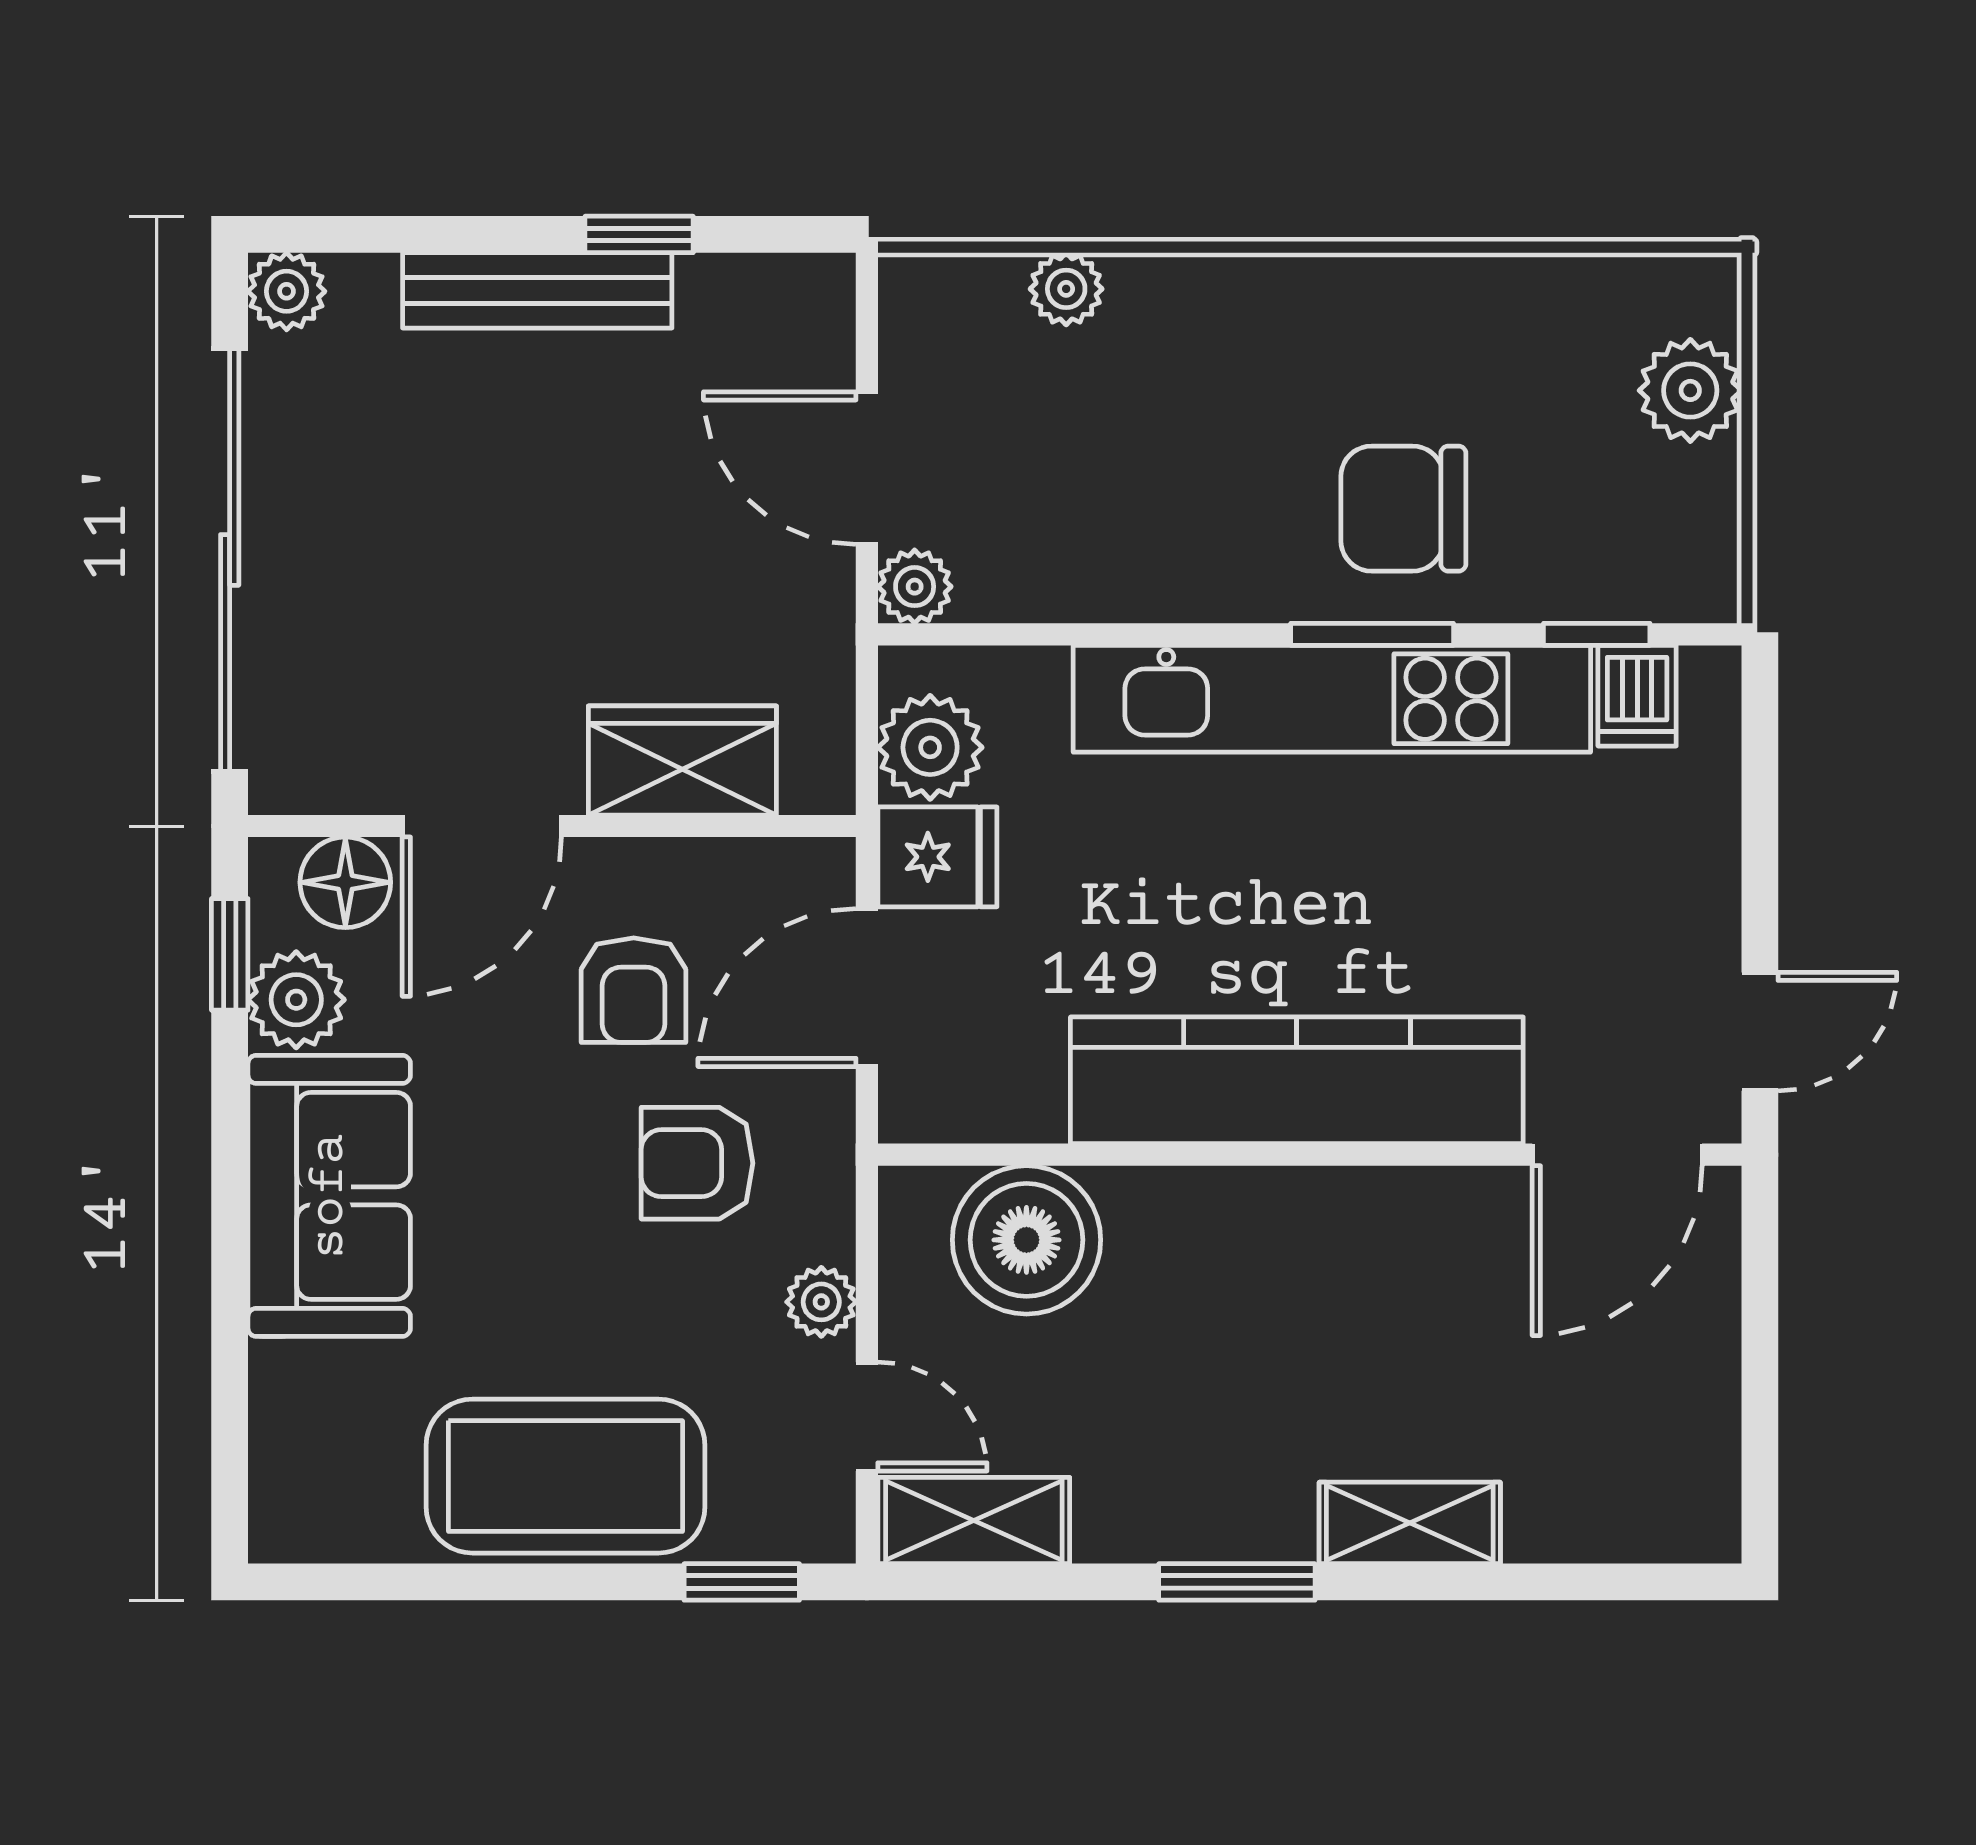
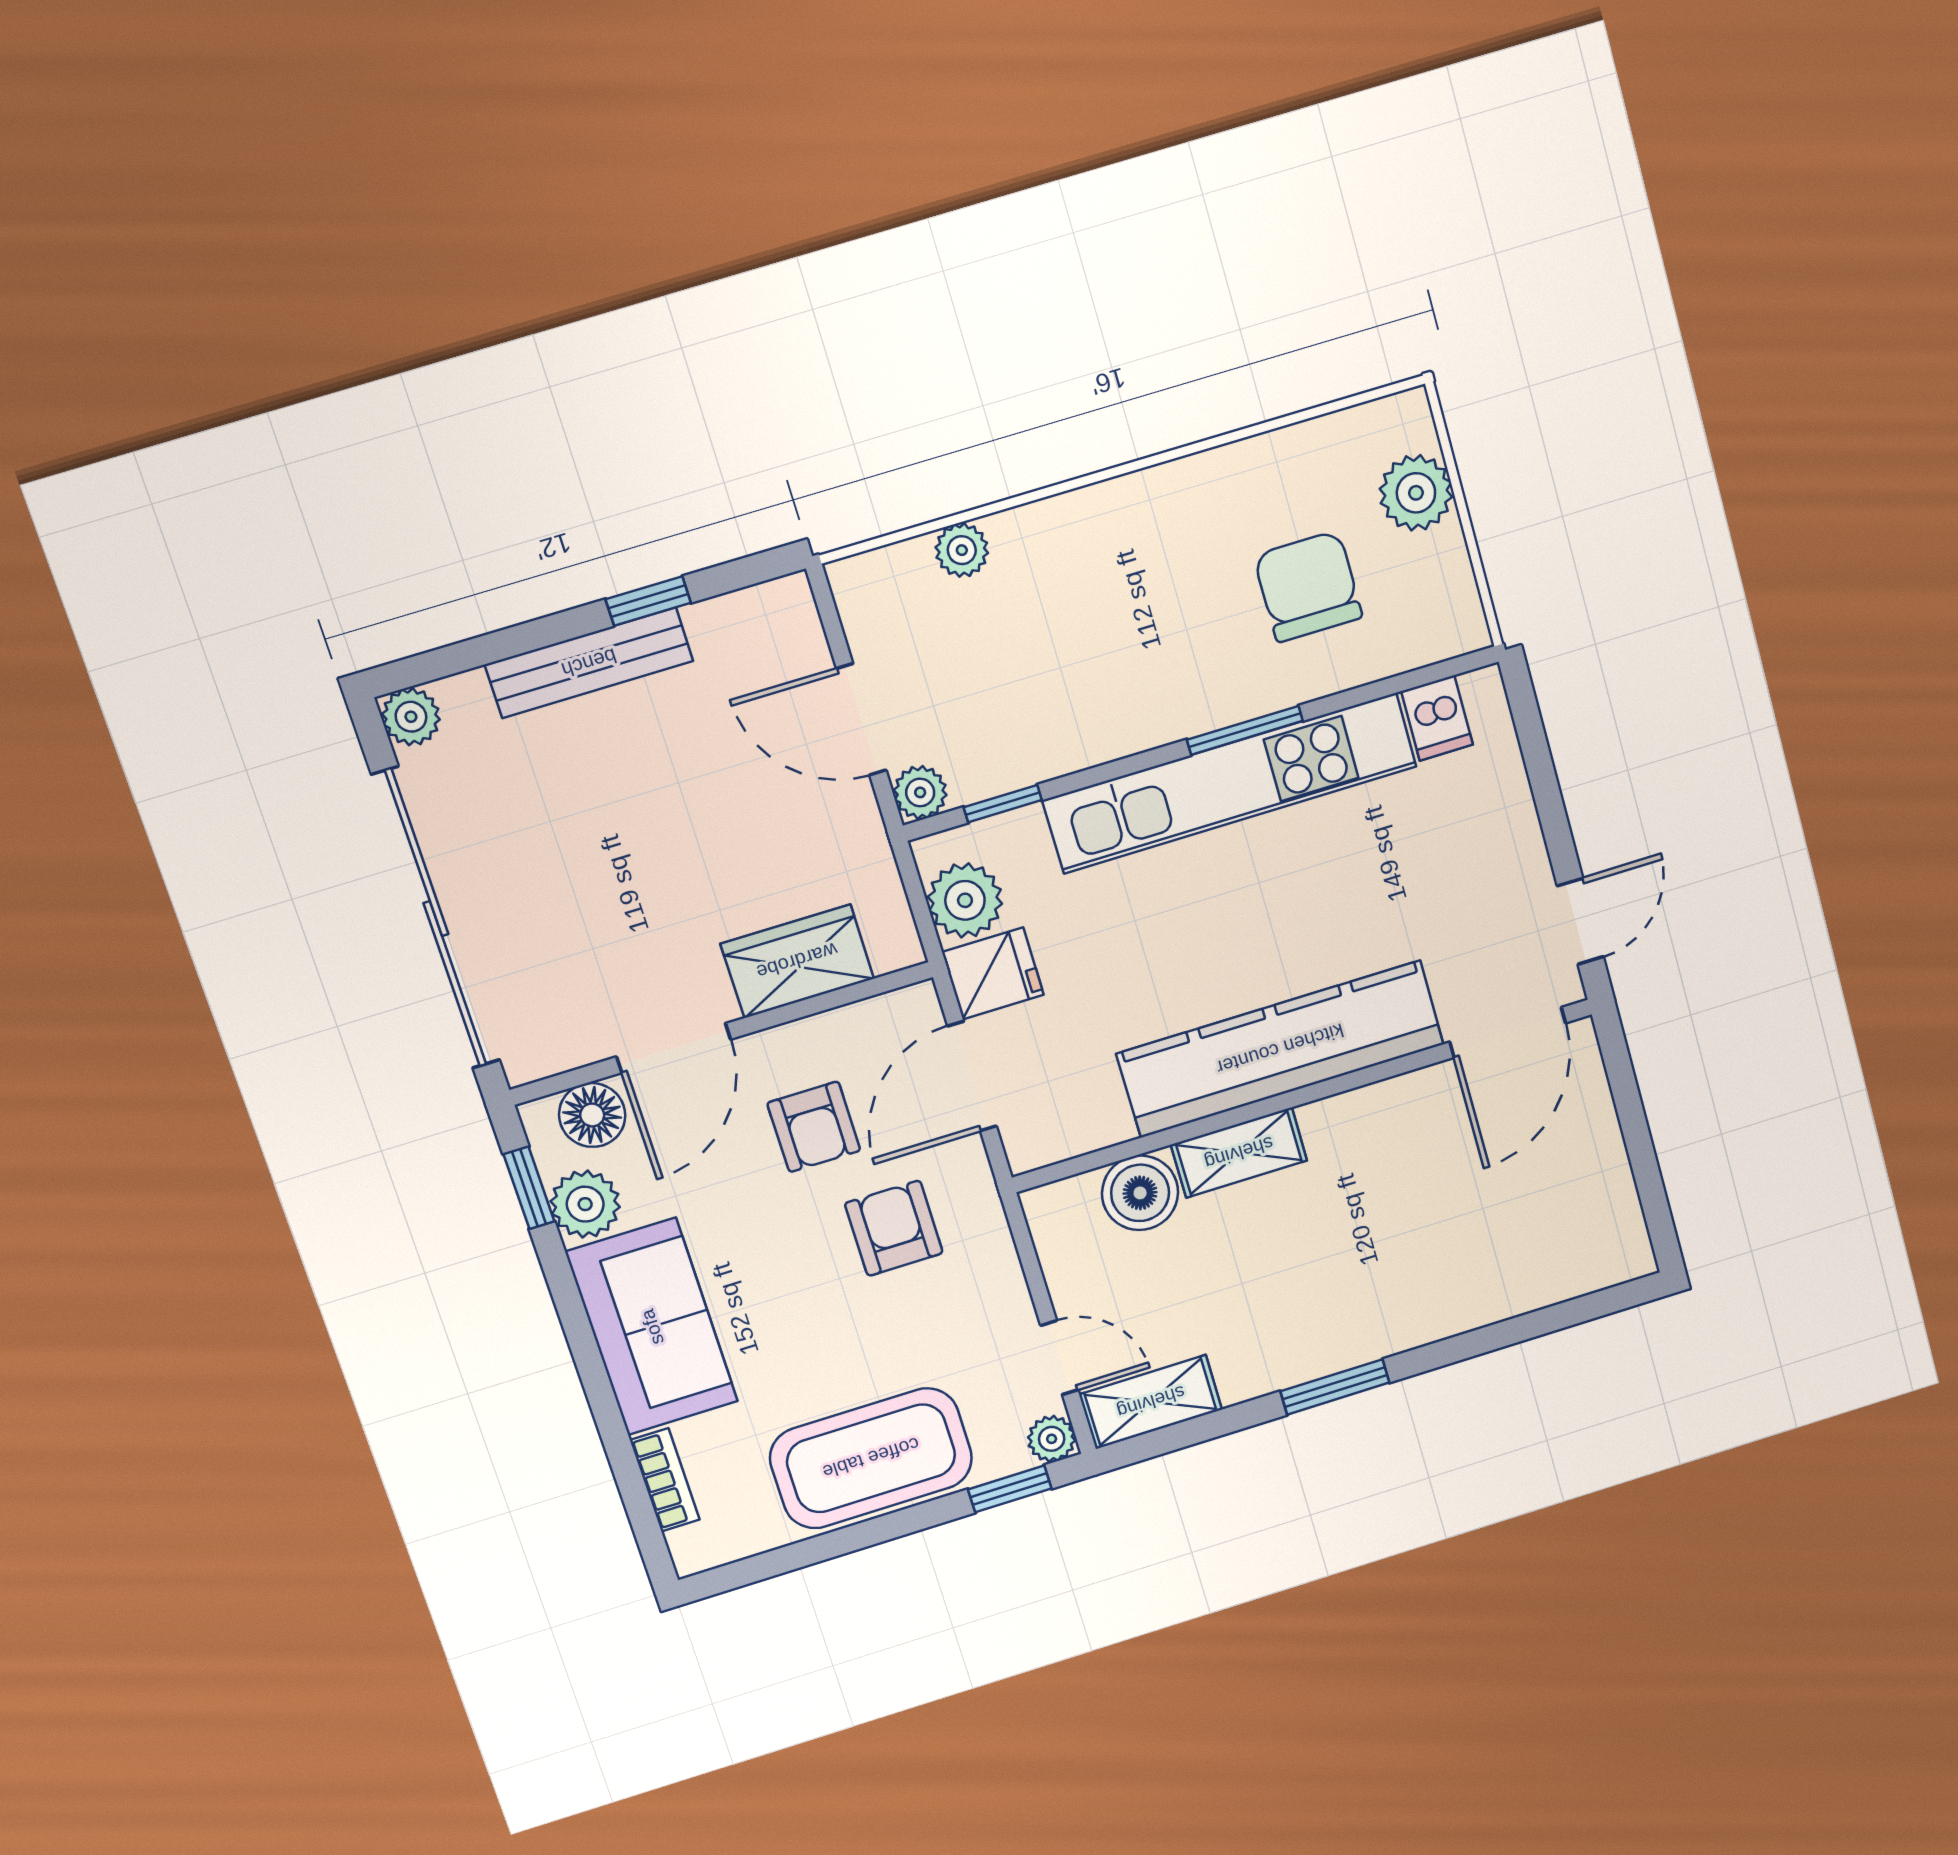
chair: (1403, 509) -> (1308, 587), moved, turned 90
window: (1597, 634) -> (1003, 804), moved
armchair: (697, 1163) -> (894, 1228), turned 90
boiler: (1026, 1240) -> (1140, 1193), width x0.73, depth x0.73
plant: (821, 1302) -> (1052, 1439), moved
bookcase: (277, 1415) -> (665, 1480), added
shelving: (1410, 1523) -> (1239, 1153), moved

